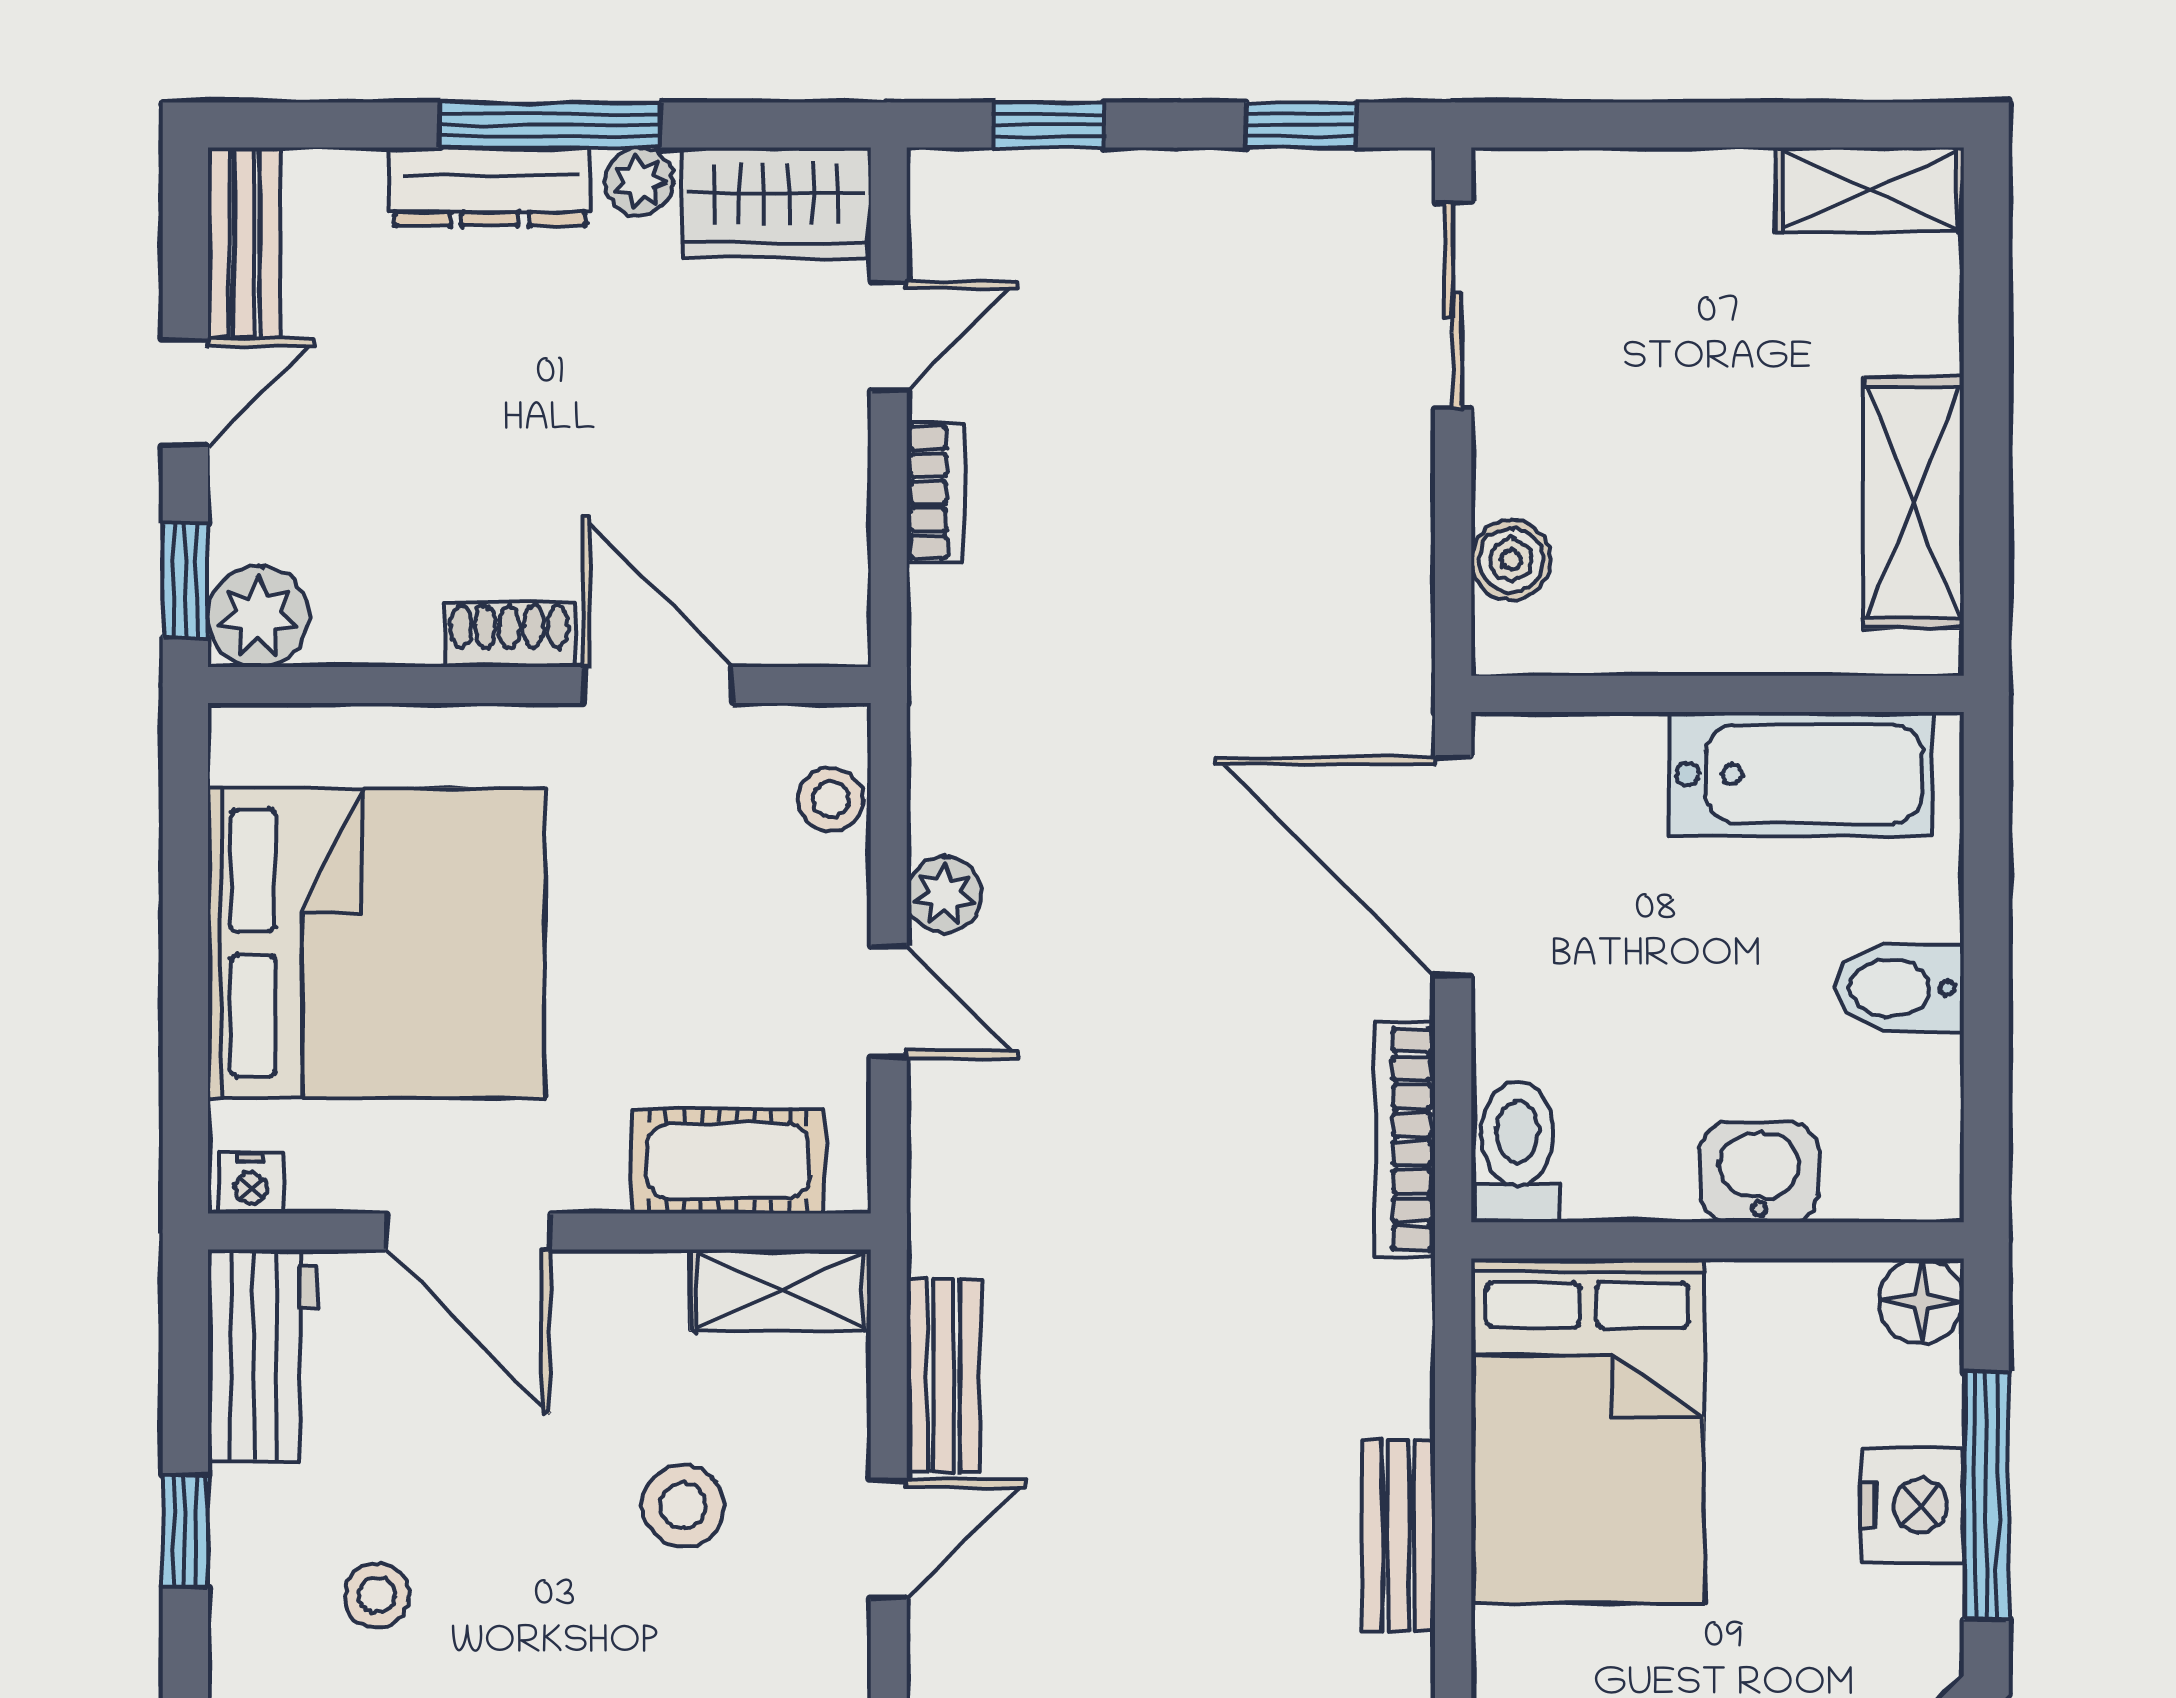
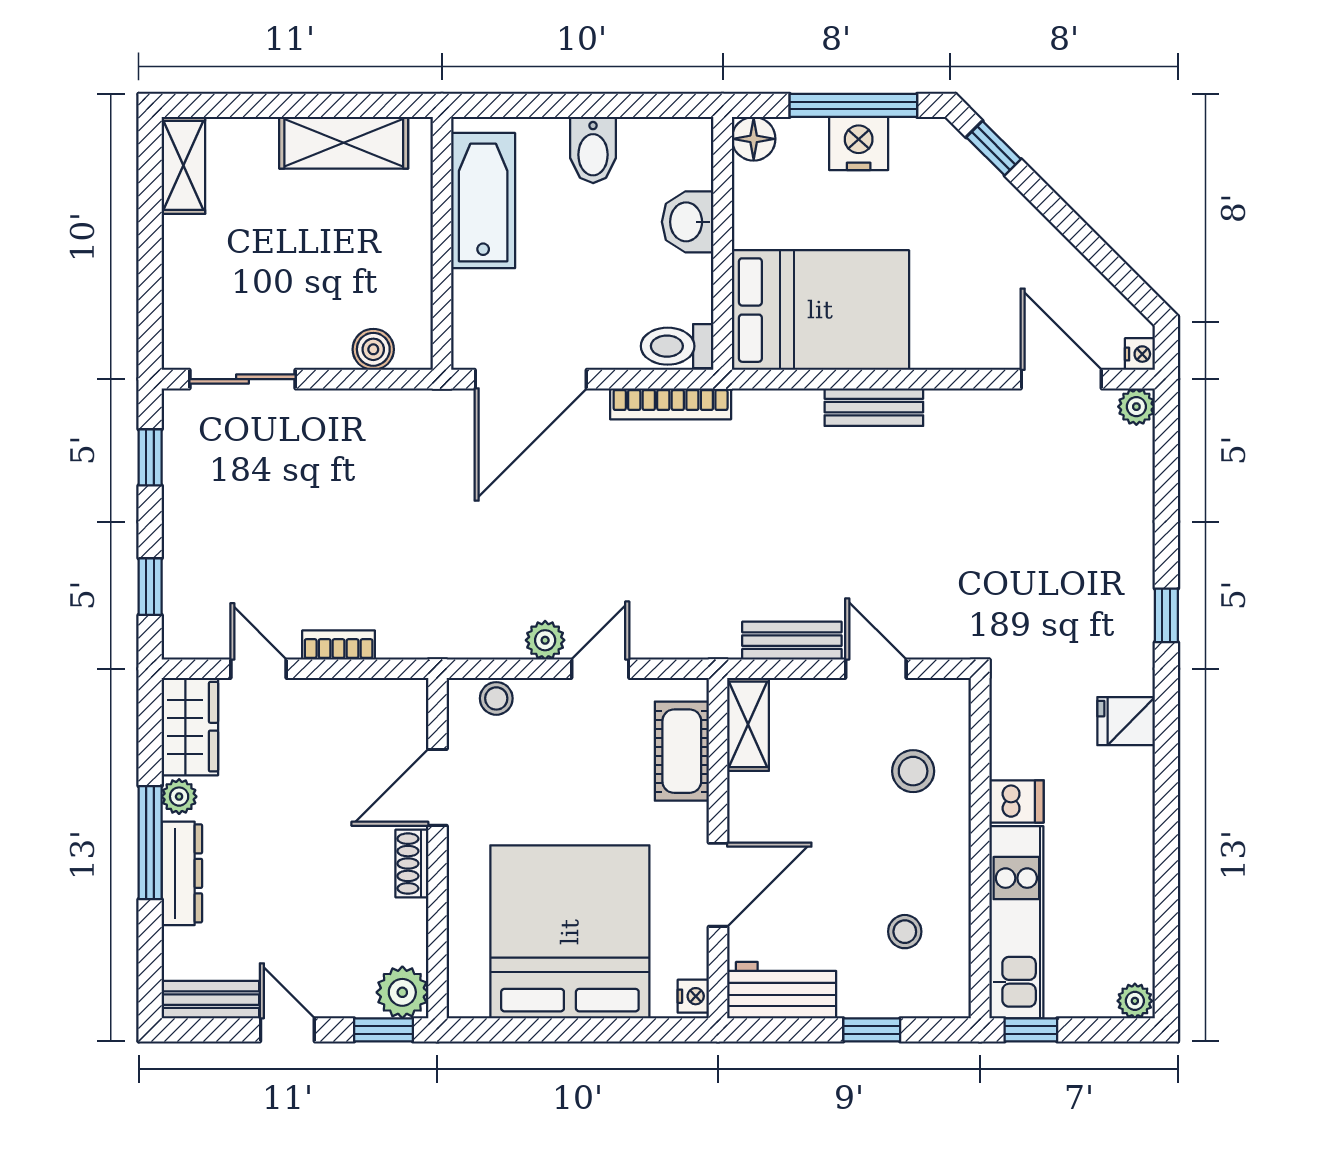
stool: (683, 1506) -> (913, 771), moved

